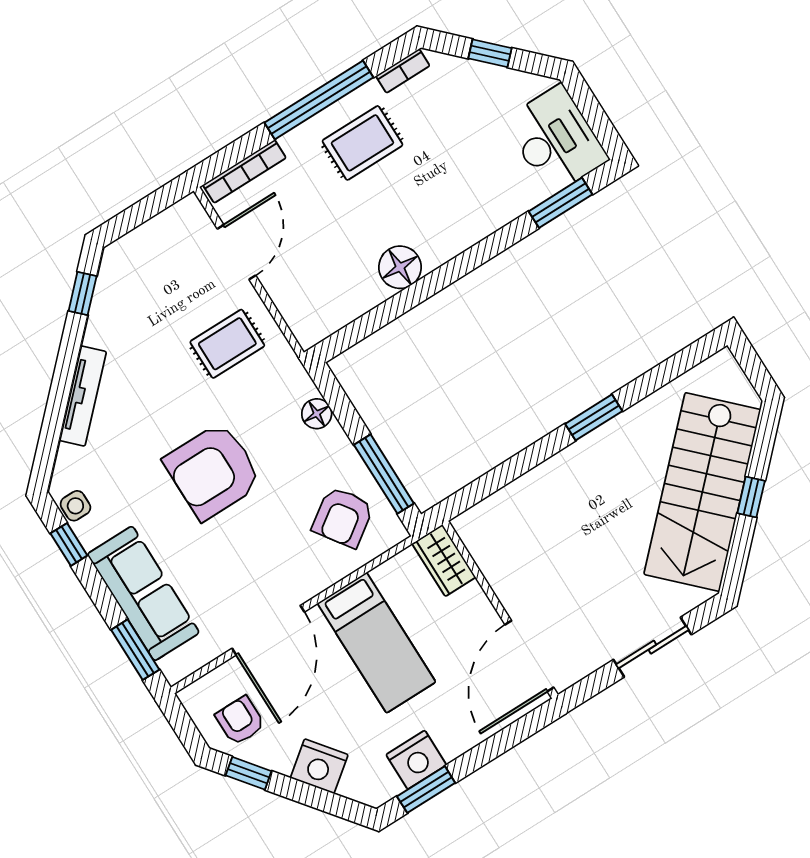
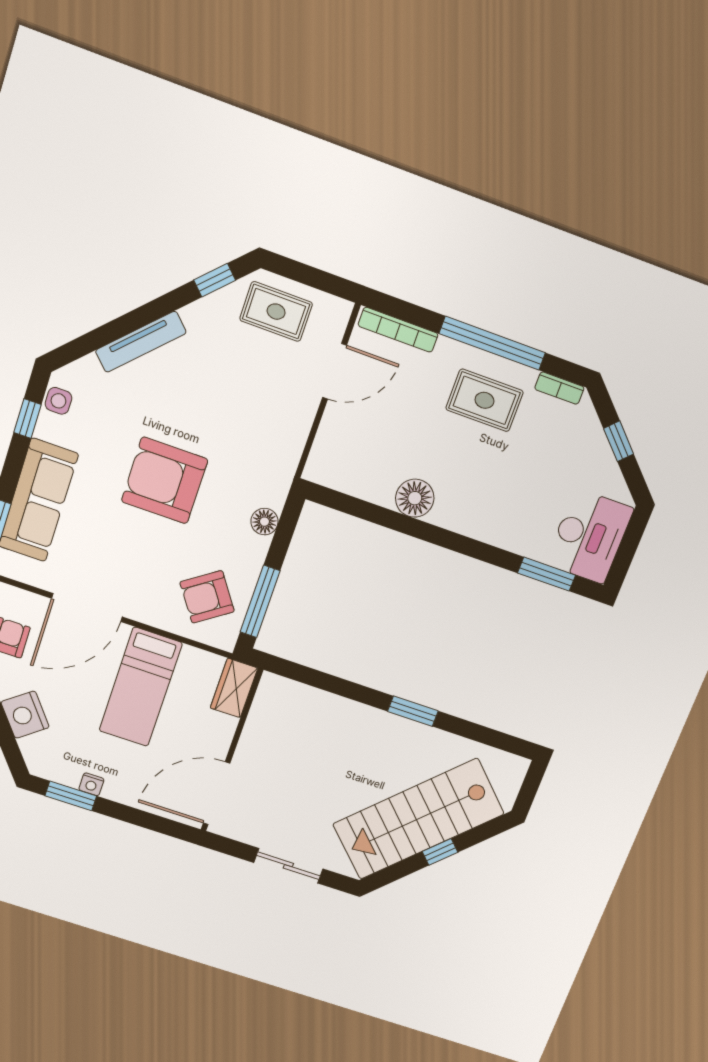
rug: (227, 344) -> (276, 312), moved
nightstand: (416, 760) -> (91, 784), width x0.53, depth x0.56

